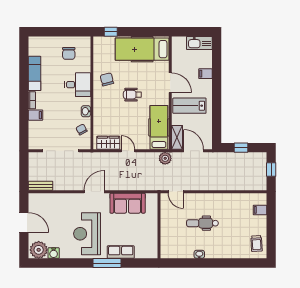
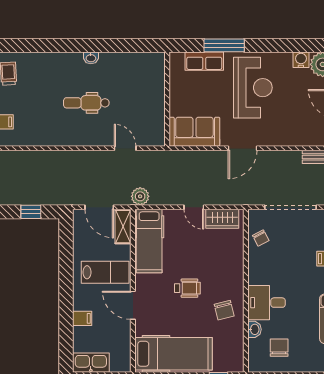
washbasin: (86, 111) -> (254, 329), moved
dental chair: (202, 223) -> (86, 103), turned 180
wall: (159, 226) -> (167, 99), moved

